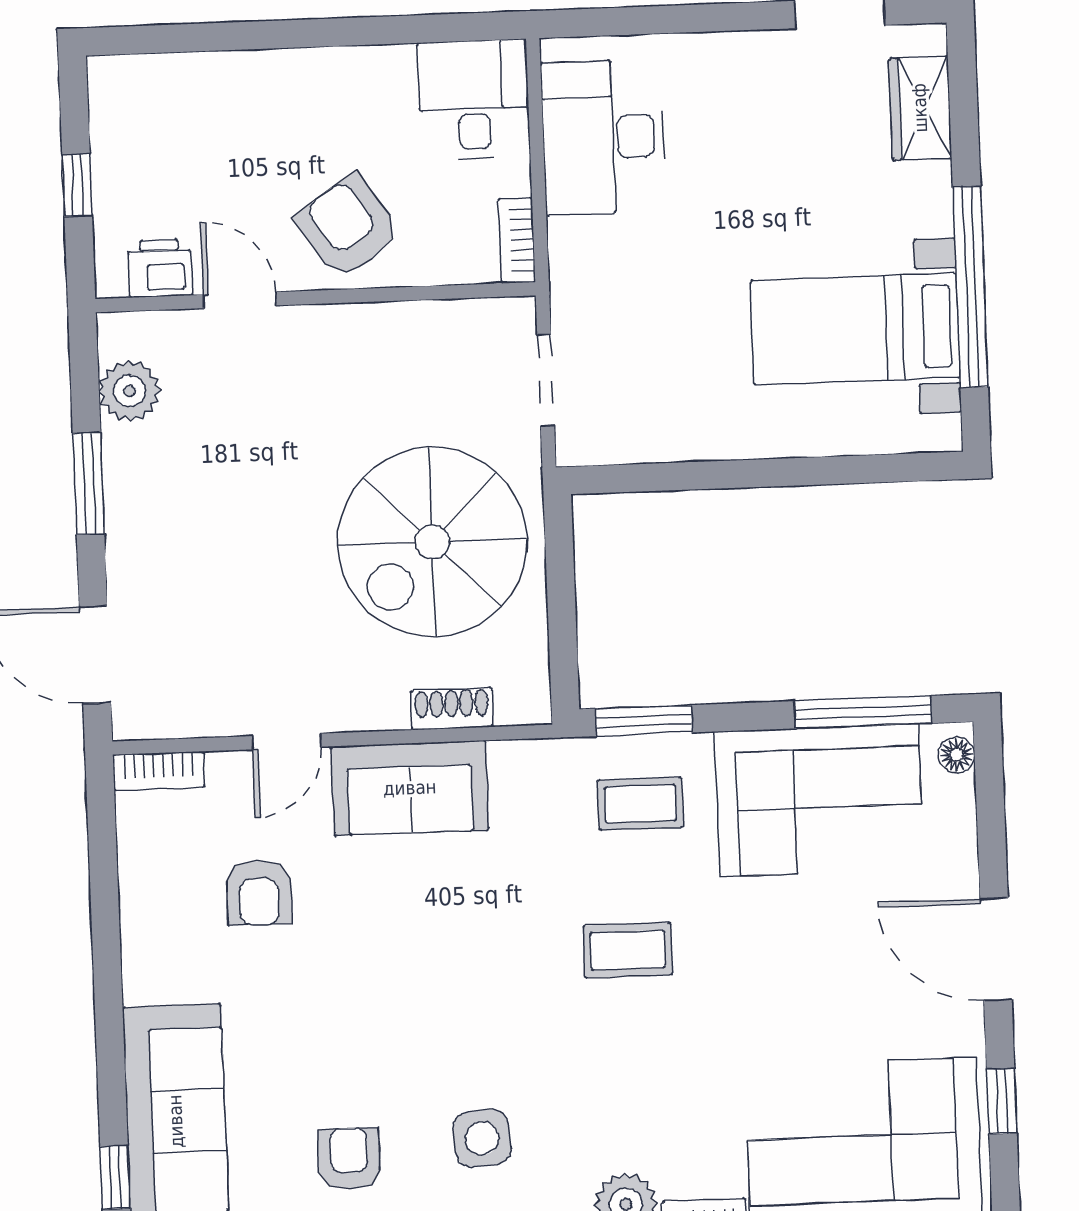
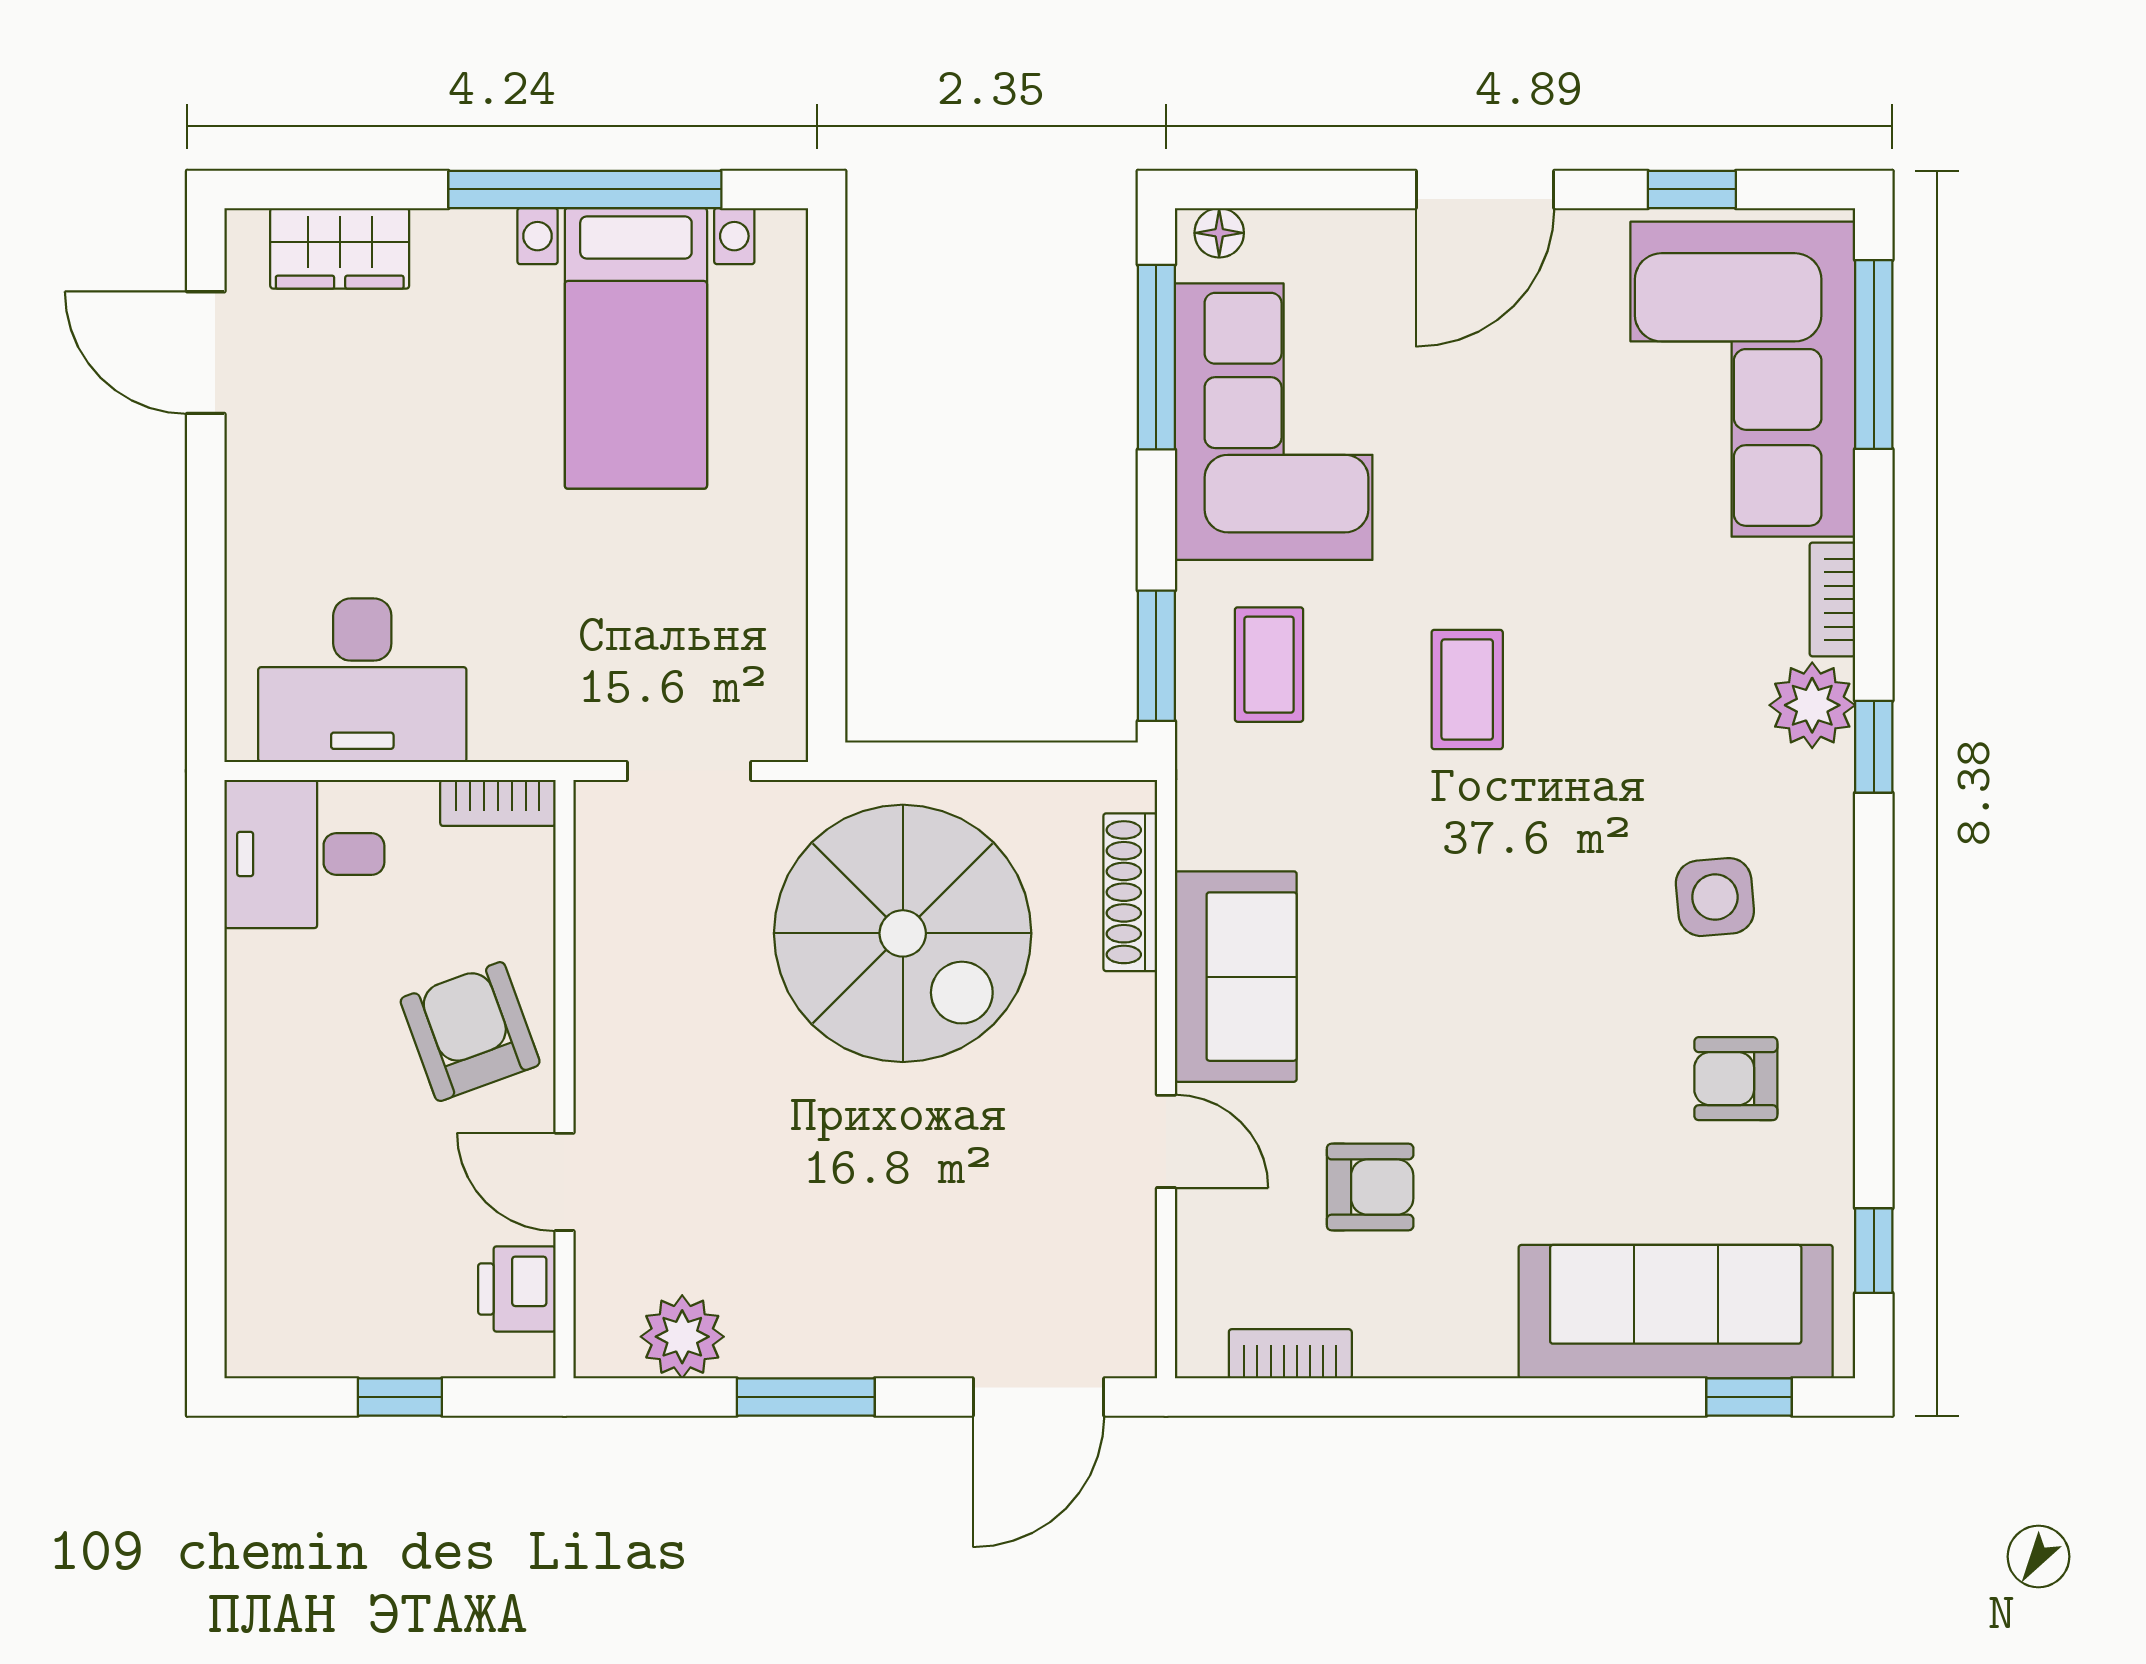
armchair: (348, 226) -> (470, 1032), turned 104
door: (240, 300) -> (564, 1182), hinge flipped
shoe rack: (452, 709) -> (1130, 892), width x1.43
bookcase: (159, 771) -> (1290, 1354), moved, turned -90

